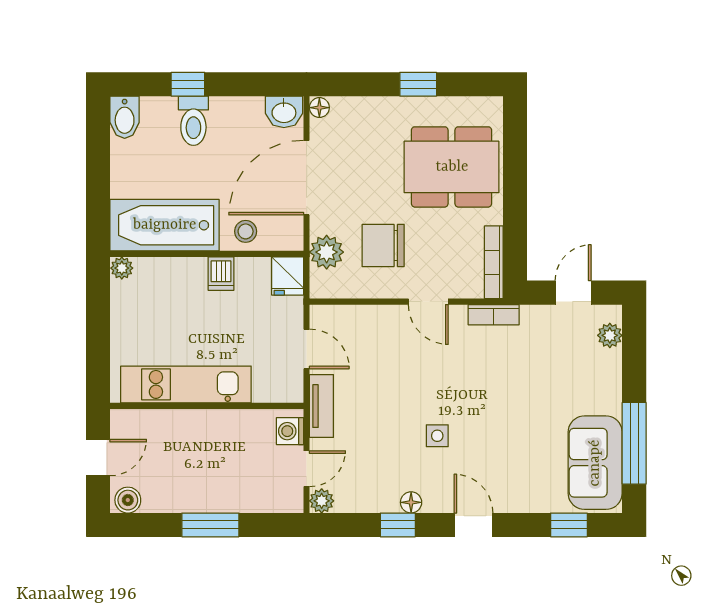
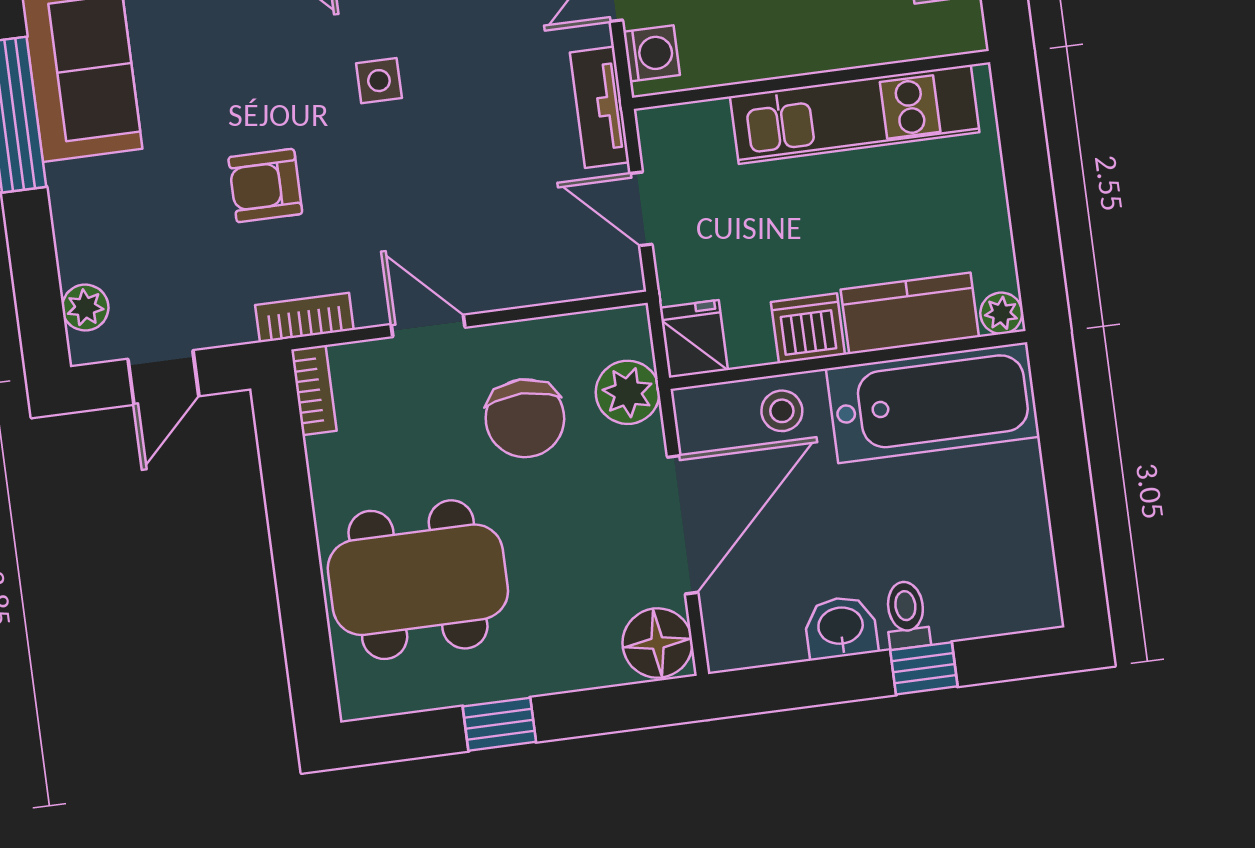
floor lamp: (319, 108) -> (657, 643), width x1.89, depth x1.89
washbasin: (284, 112) -> (841, 627), moved
bidet: (125, 117) -> (1033, 592), removed
toilet: (193, 121) -> (907, 615), width x0.73, depth x0.72
chair: (383, 246) -> (525, 418), turned 90
bookcase: (494, 262) -> (314, 390), width x0.64
kitchen counter: (171, 274) -> (910, 313), added
dishwasher: (221, 274) -> (808, 328), width x1.38
armchair: (505, 388) -> (265, 186), added

